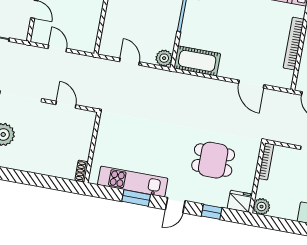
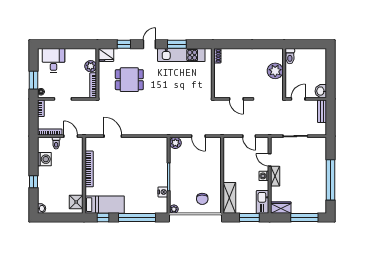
cot: (197, 61) -> (153, 145), removed
plant: (261, 207) -> (91, 66), moved

